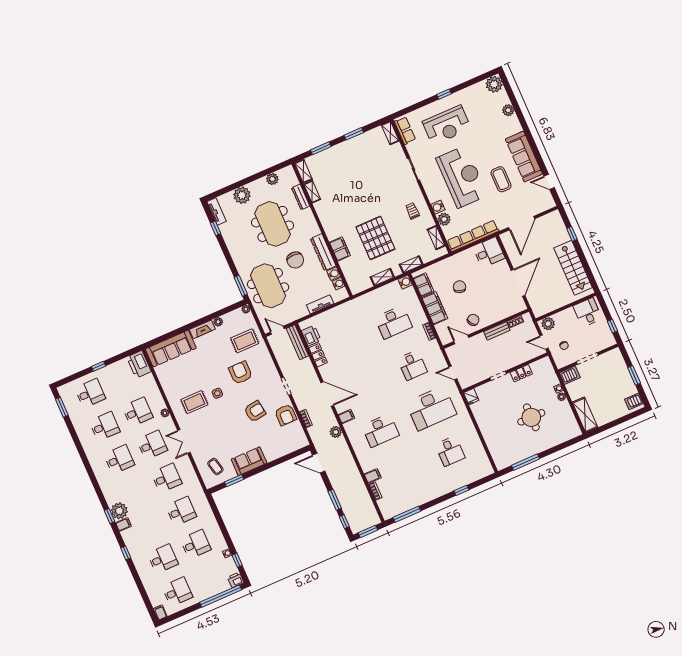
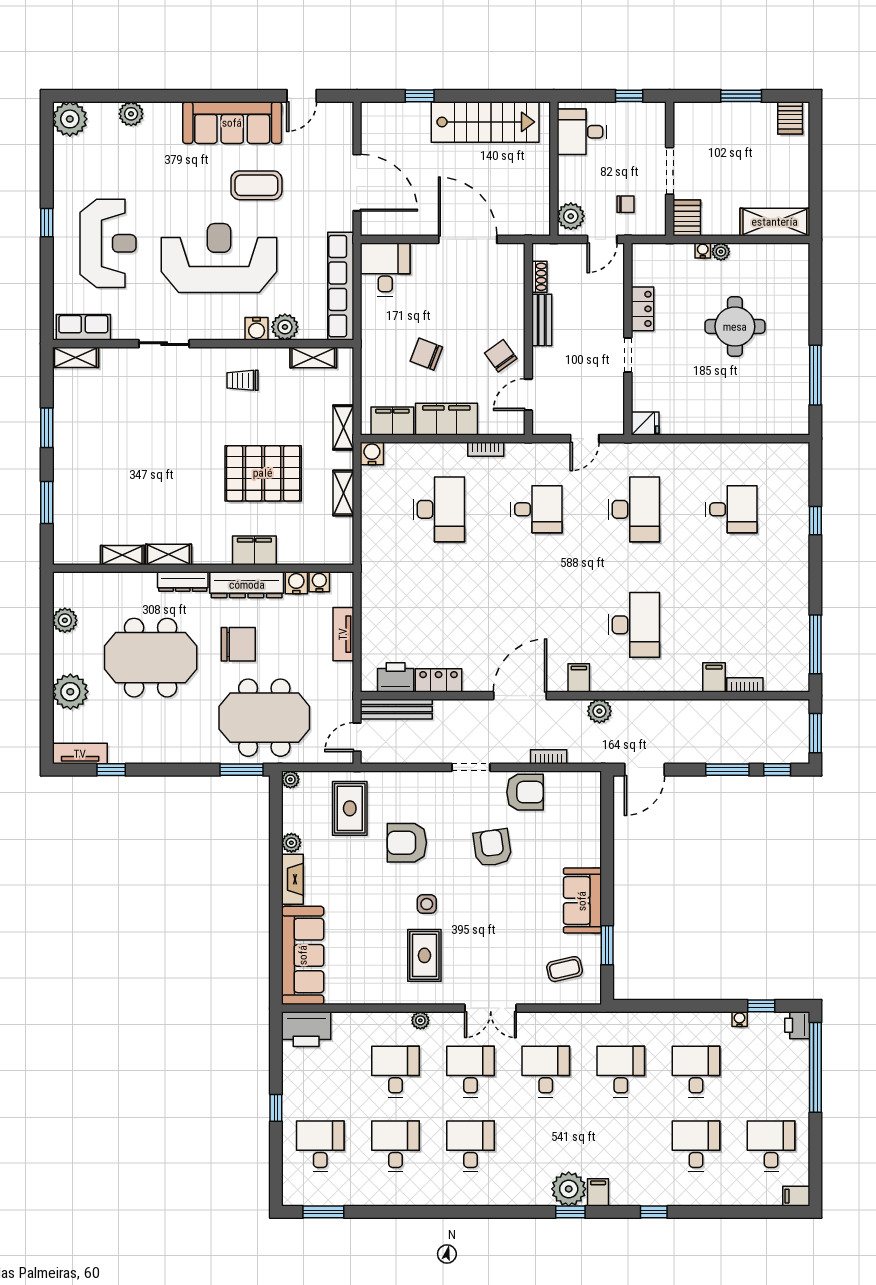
shelving: (303, 171) -> (168, 555), moved
dresser: (301, 197) -> (183, 582), moved
desk: (431, 408) -> (634, 509), width x0.73, depth x0.77

